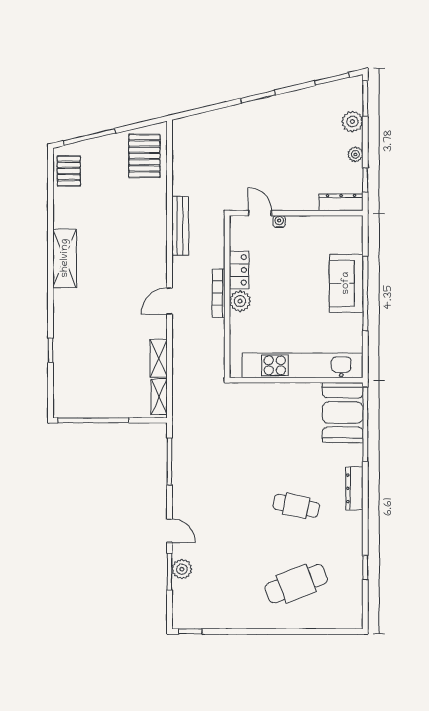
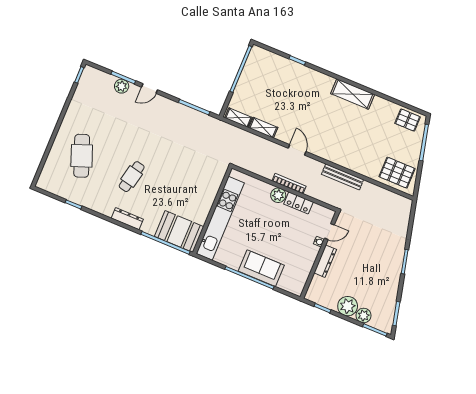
plant: (355, 154) -> (348, 306), width x1.88, depth x1.88
dresser: (341, 202) -> (325, 261), moved

